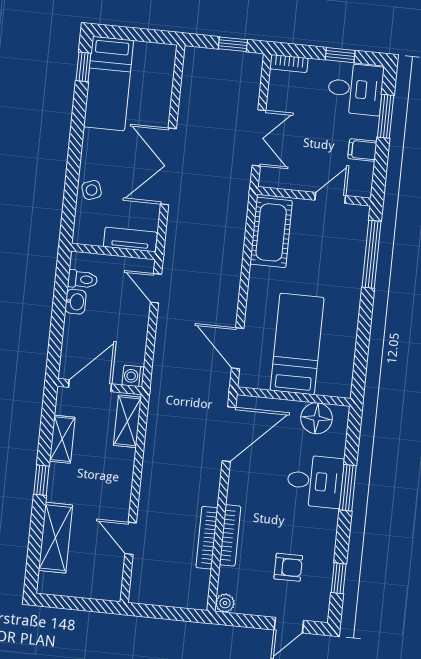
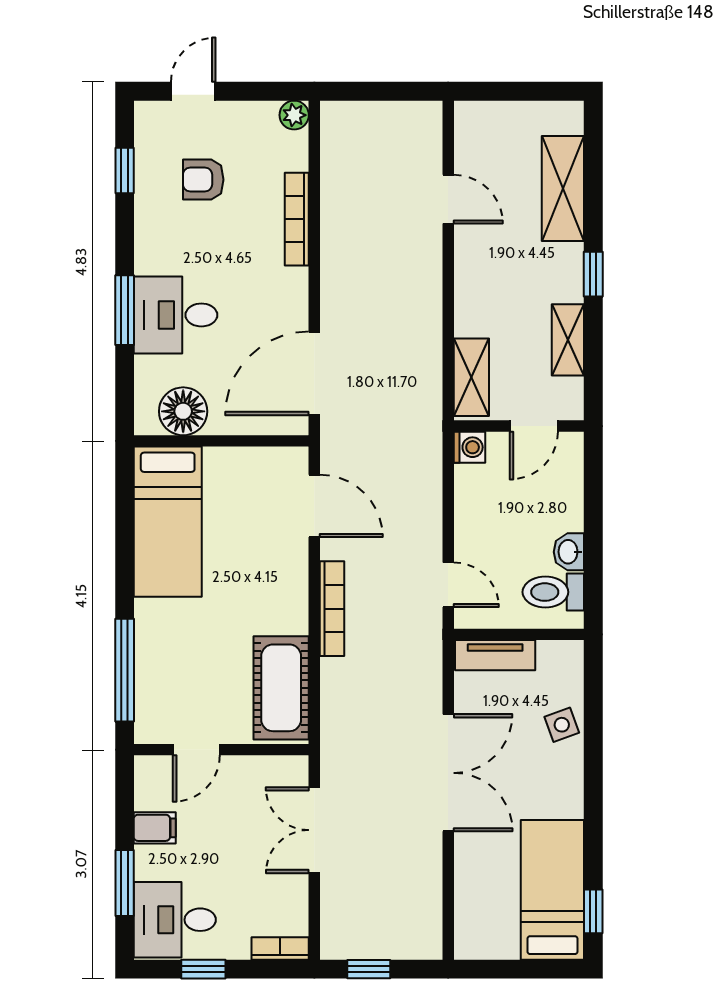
toilet: (82, 279) -> (553, 592), width x1.37, depth x1.39
bed: (297, 344) -> (168, 522), moved
door: (90, 386) -> (534, 426), width x0.73
bookcase: (207, 538) -> (332, 609), moved

